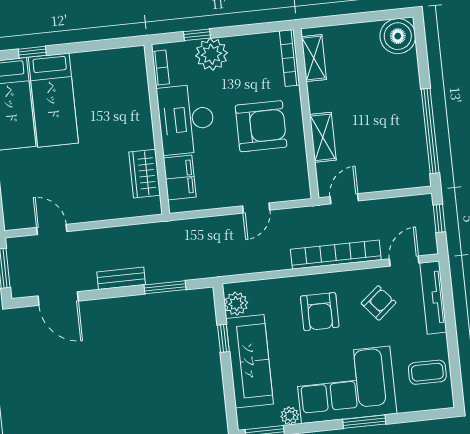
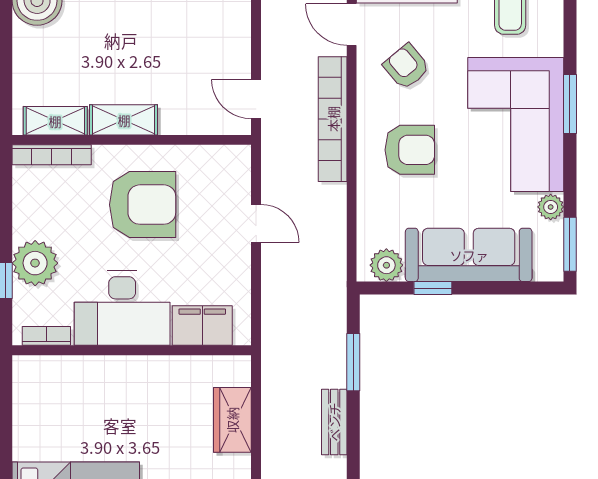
armchair: (261, 126) -> (143, 205), turned 90
shelving: (323, 137) -> (124, 120), moved
wardrobe: (145, 174) -> (232, 420), moved, turned 90

